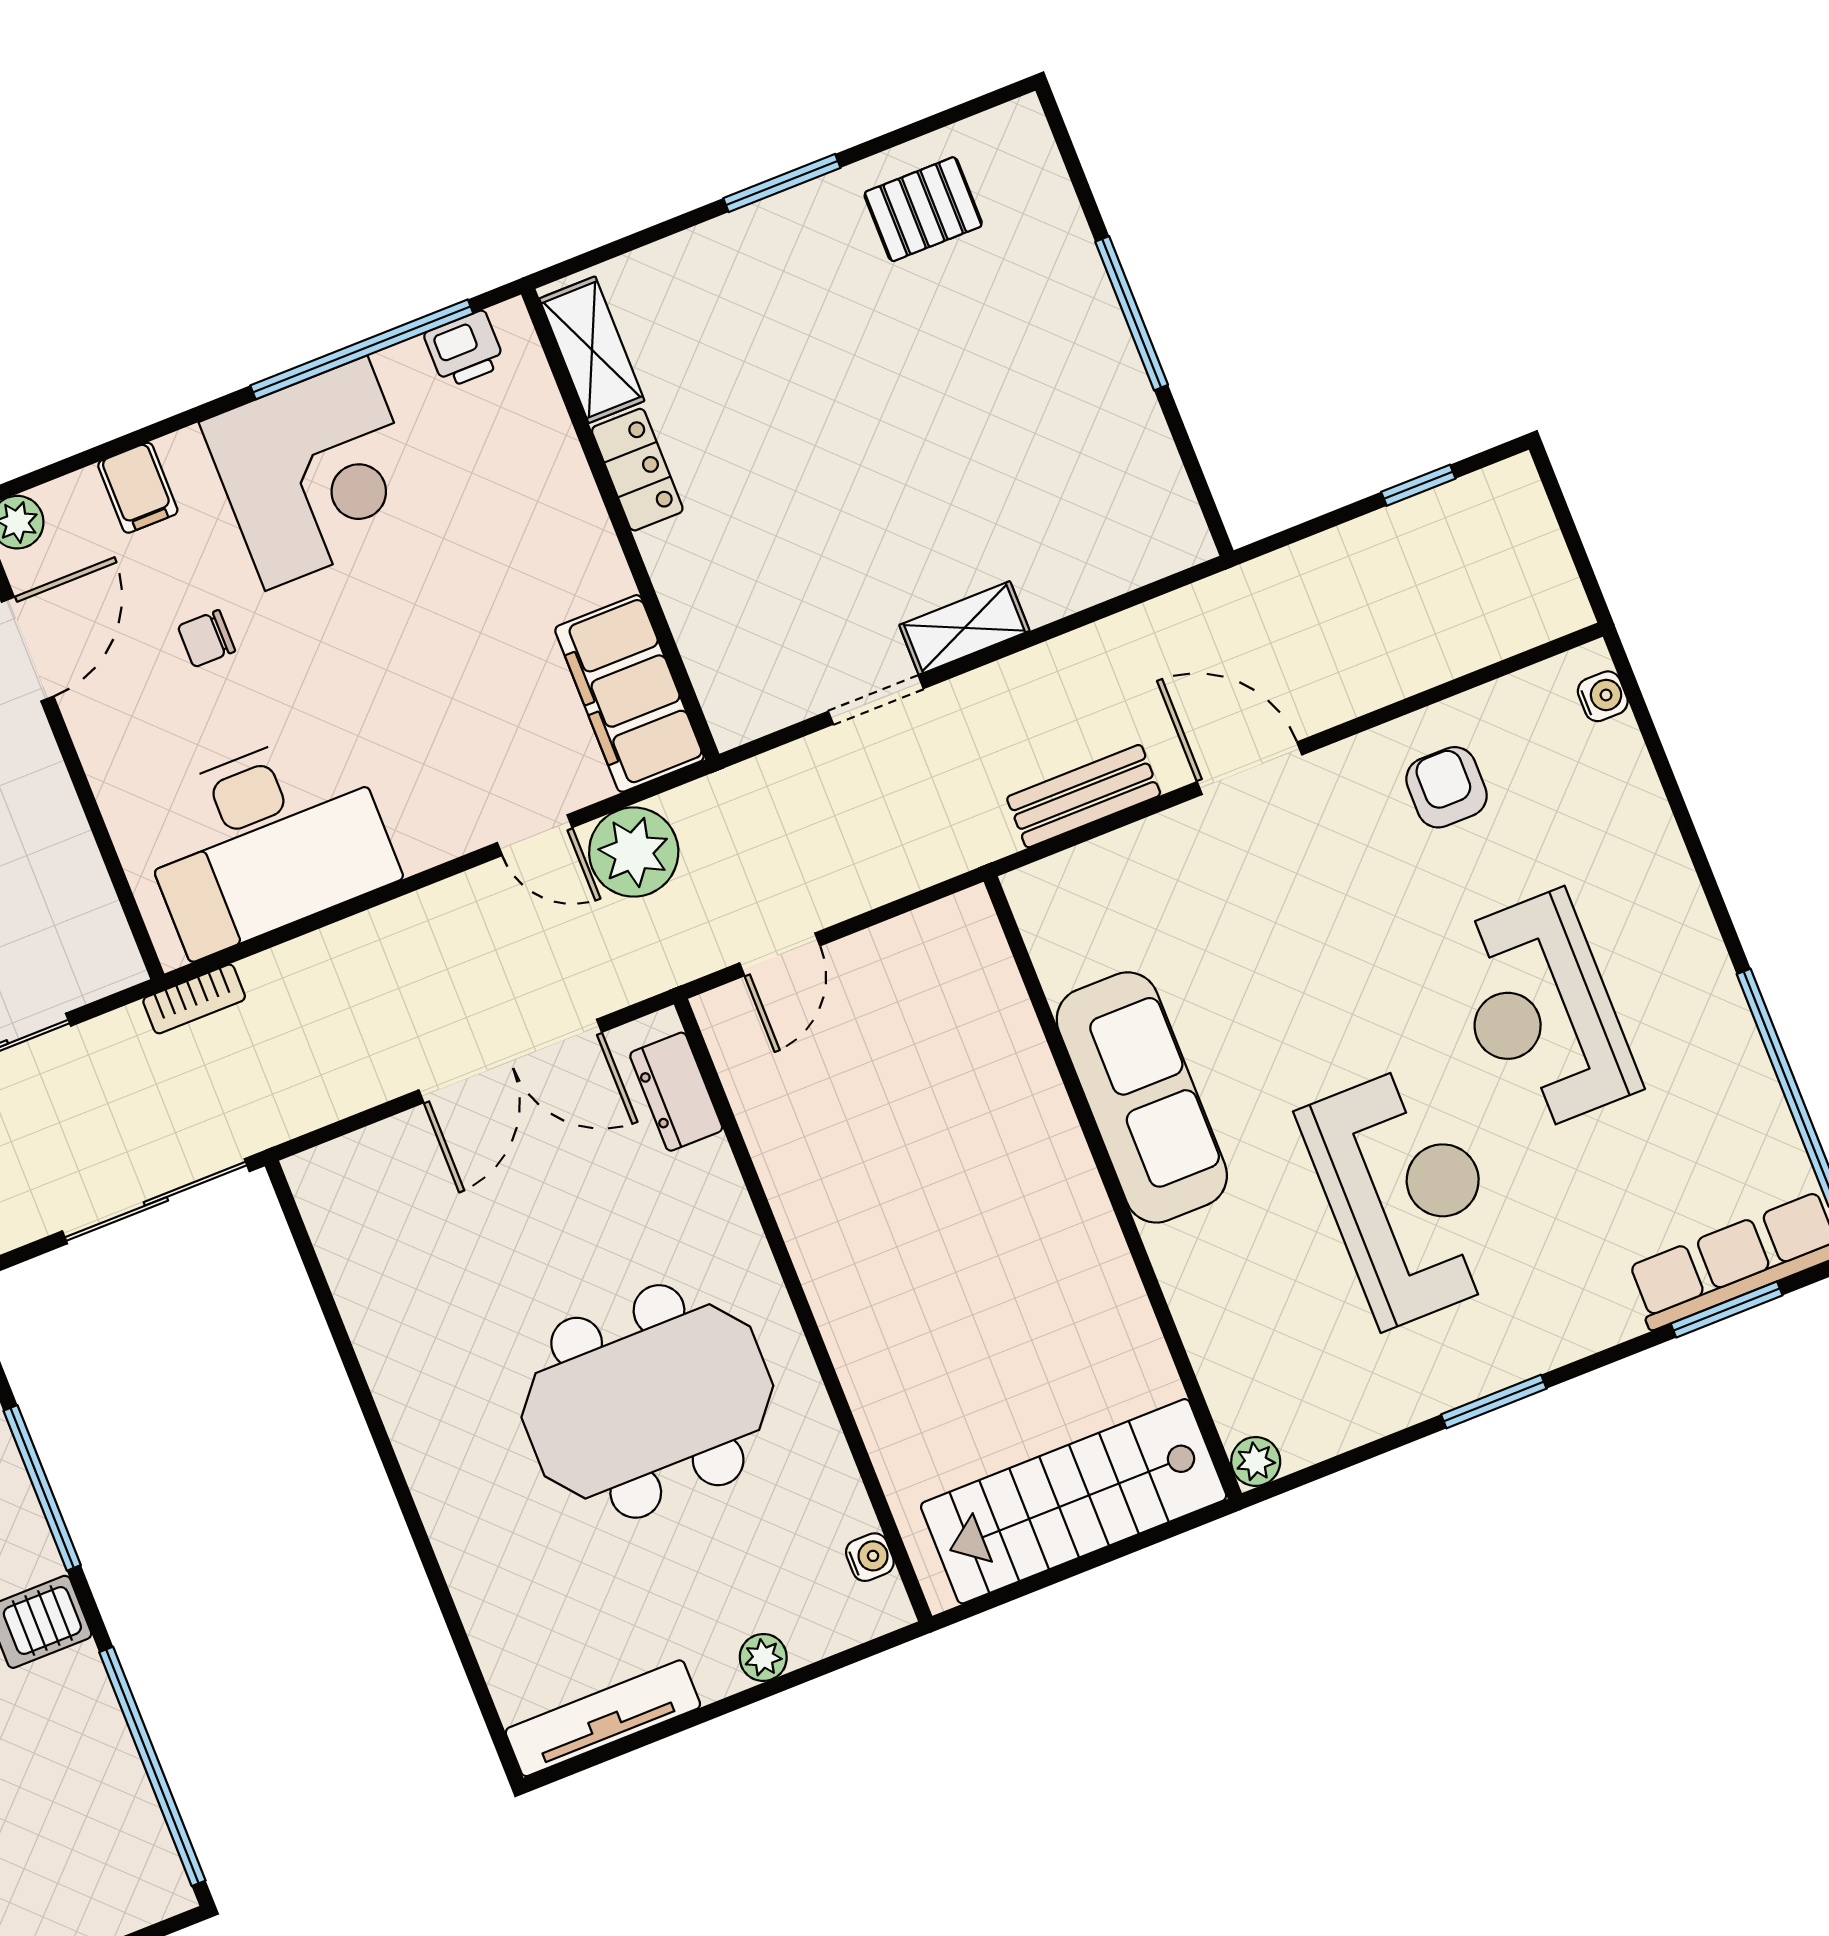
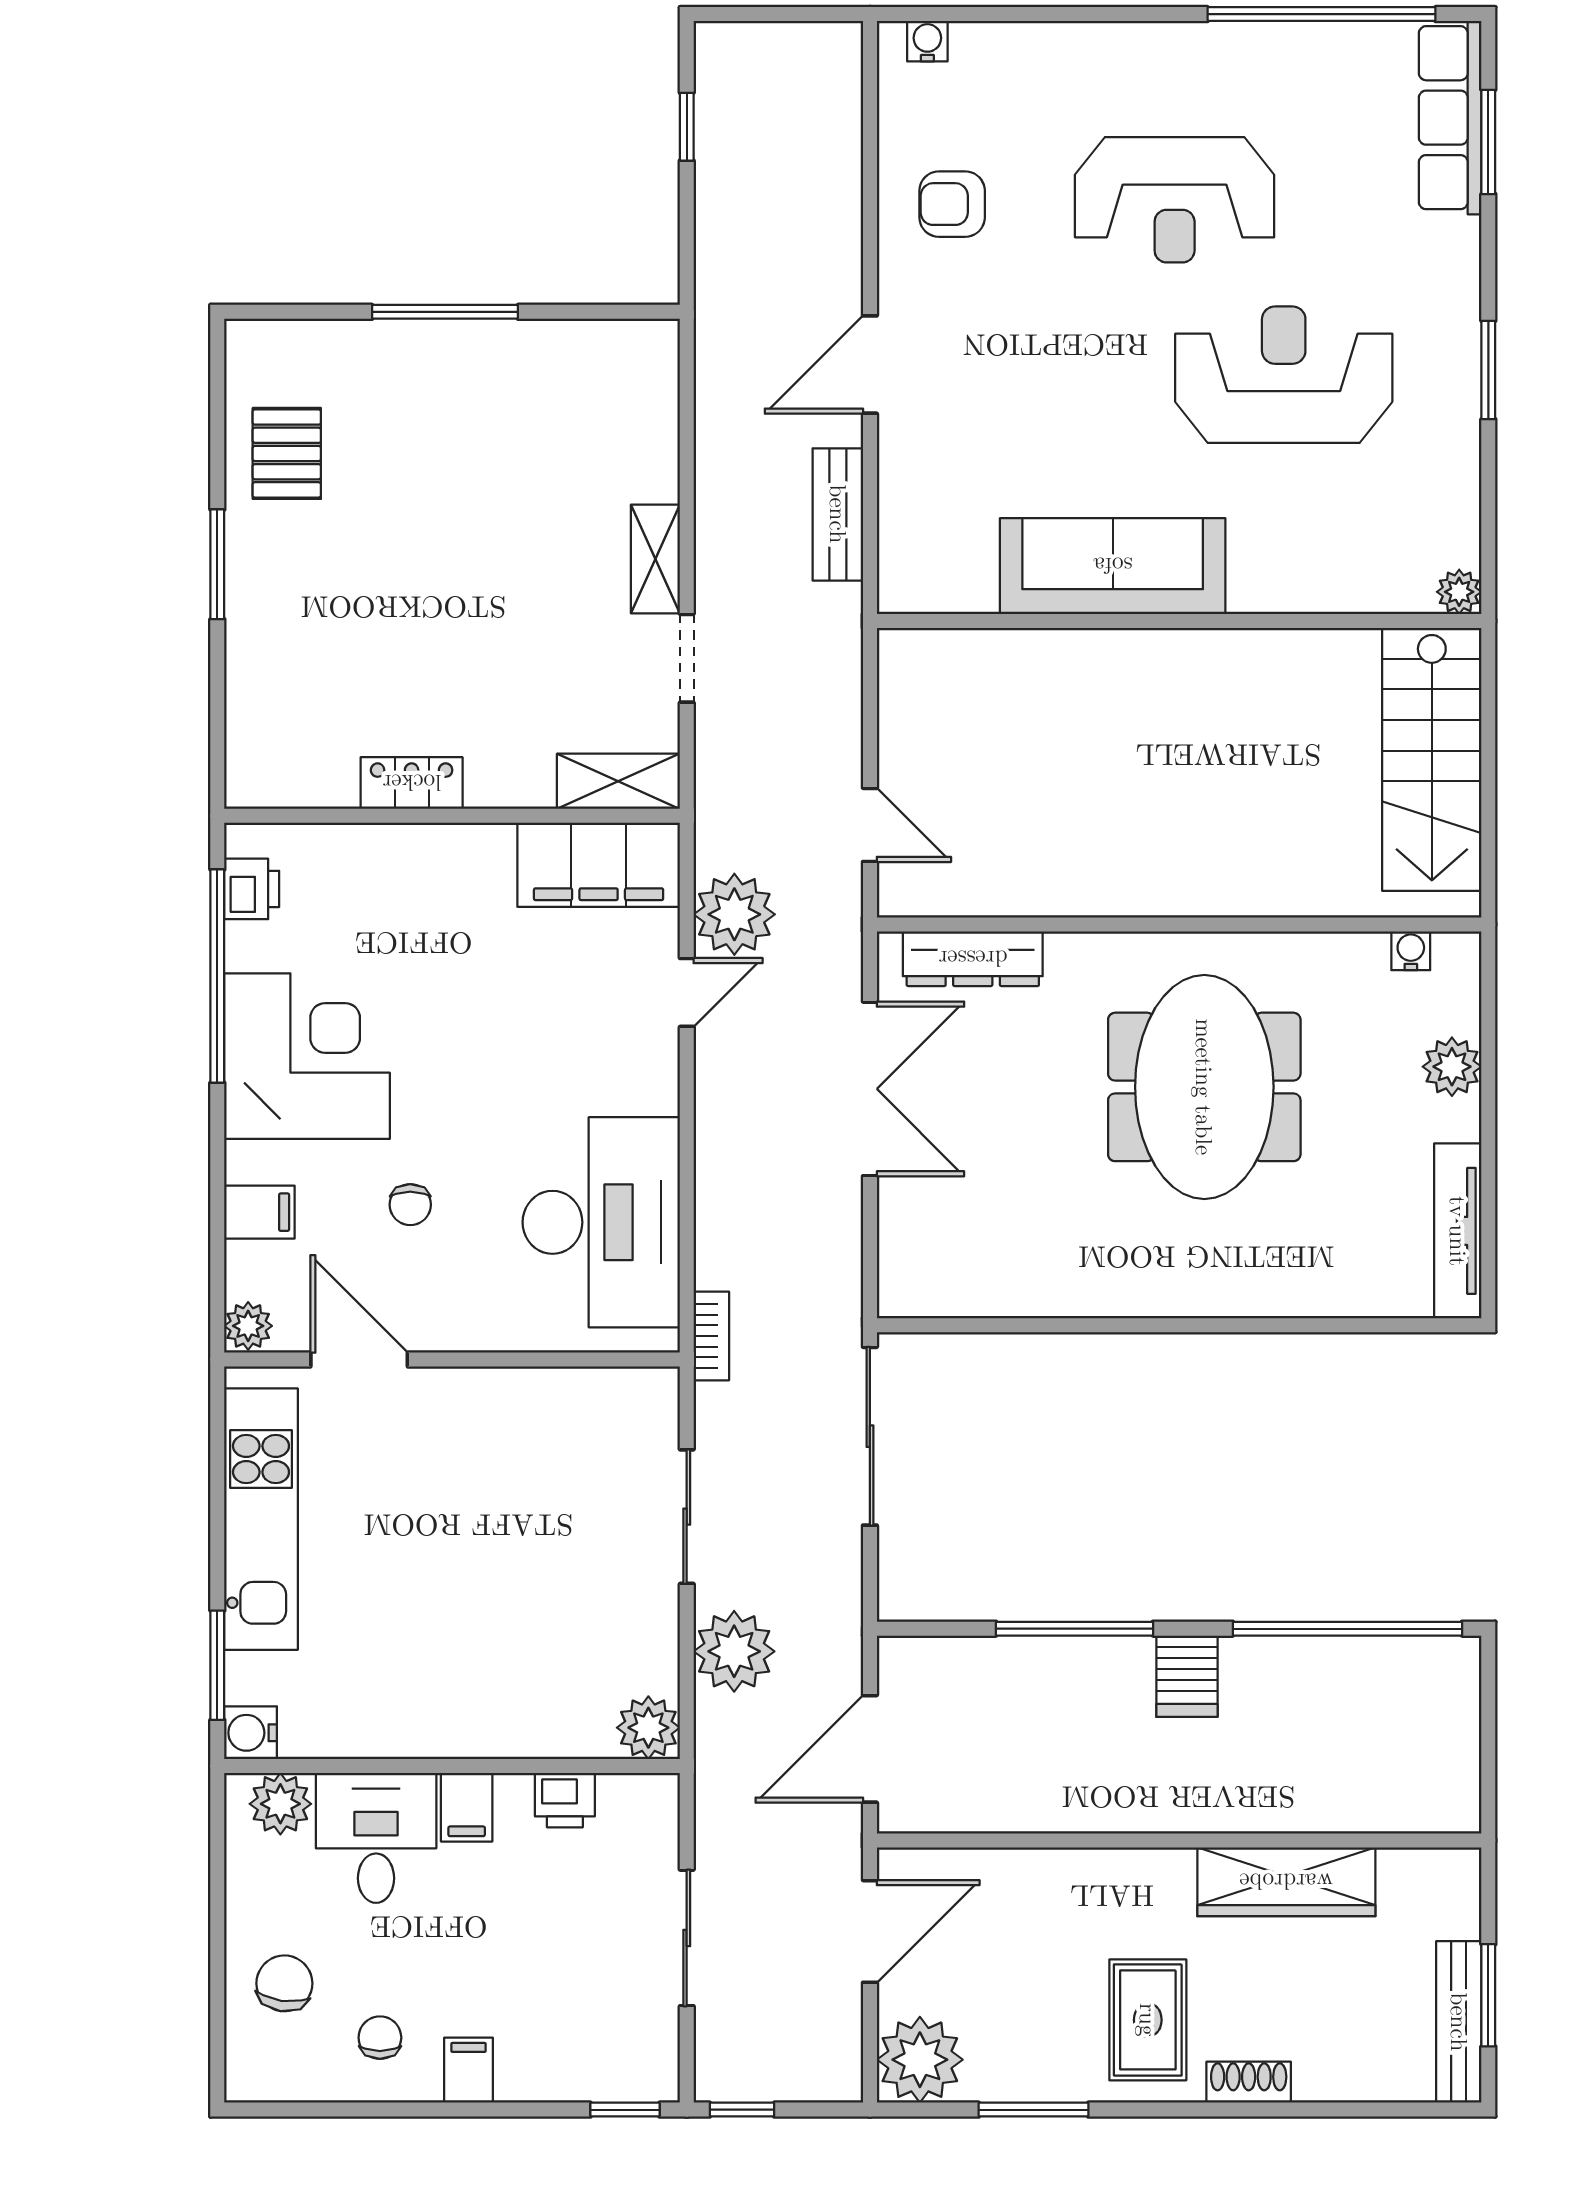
shelving: (592, 350) -> (618, 781), moved
dresser: (676, 1092) -> (973, 959), width x1.44
plant: (763, 1657) -> (1452, 1067), width x1.38, depth x1.38

